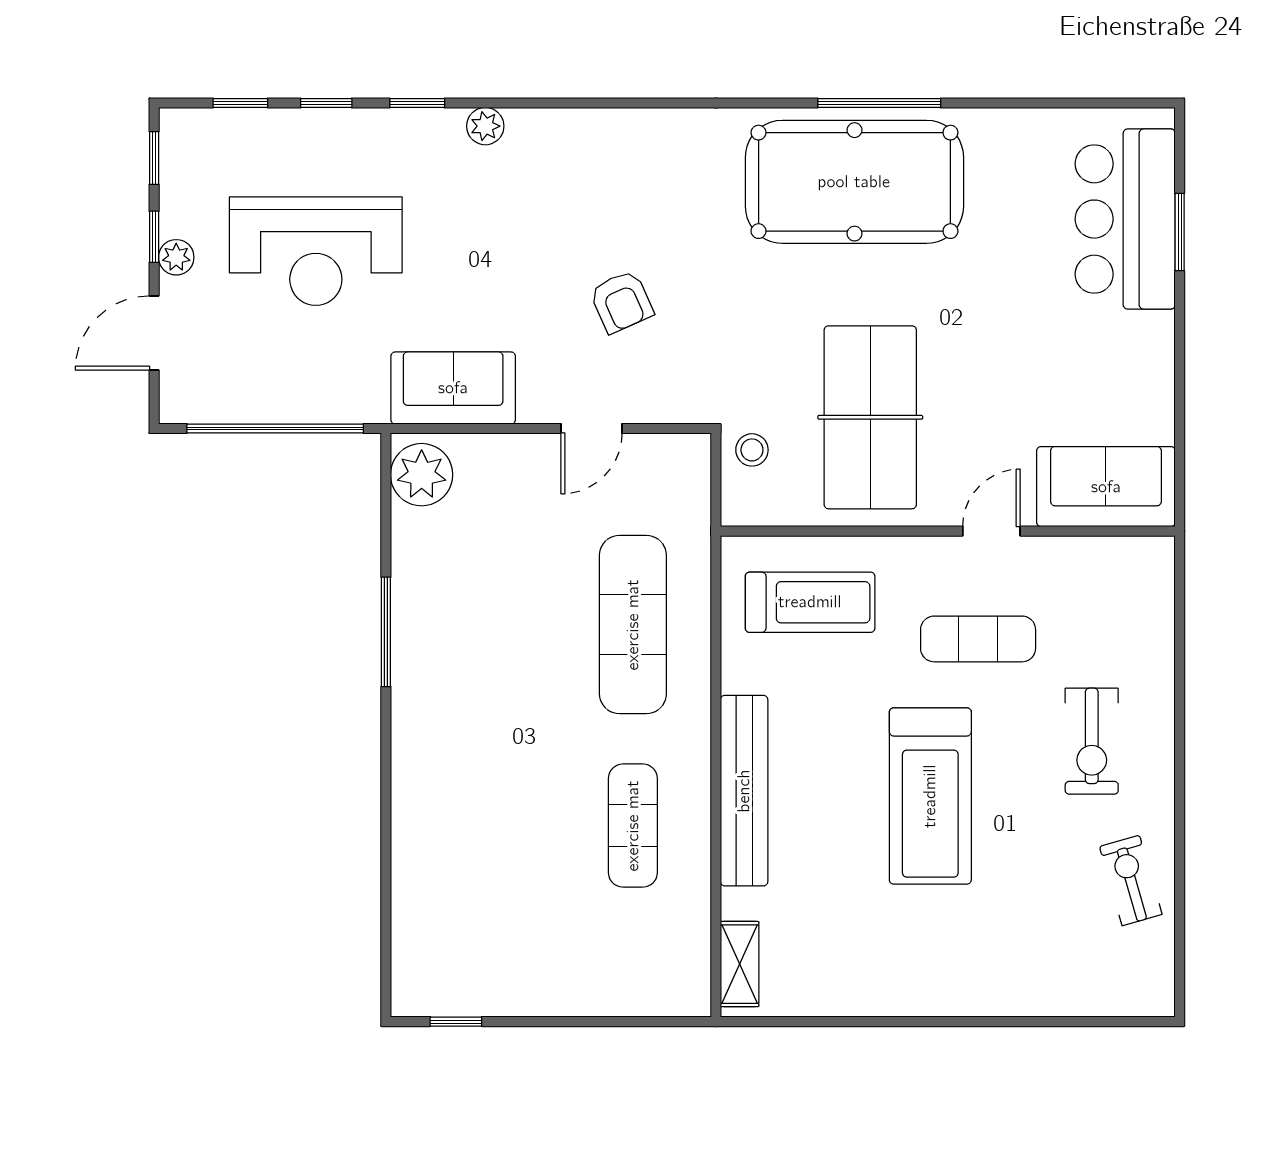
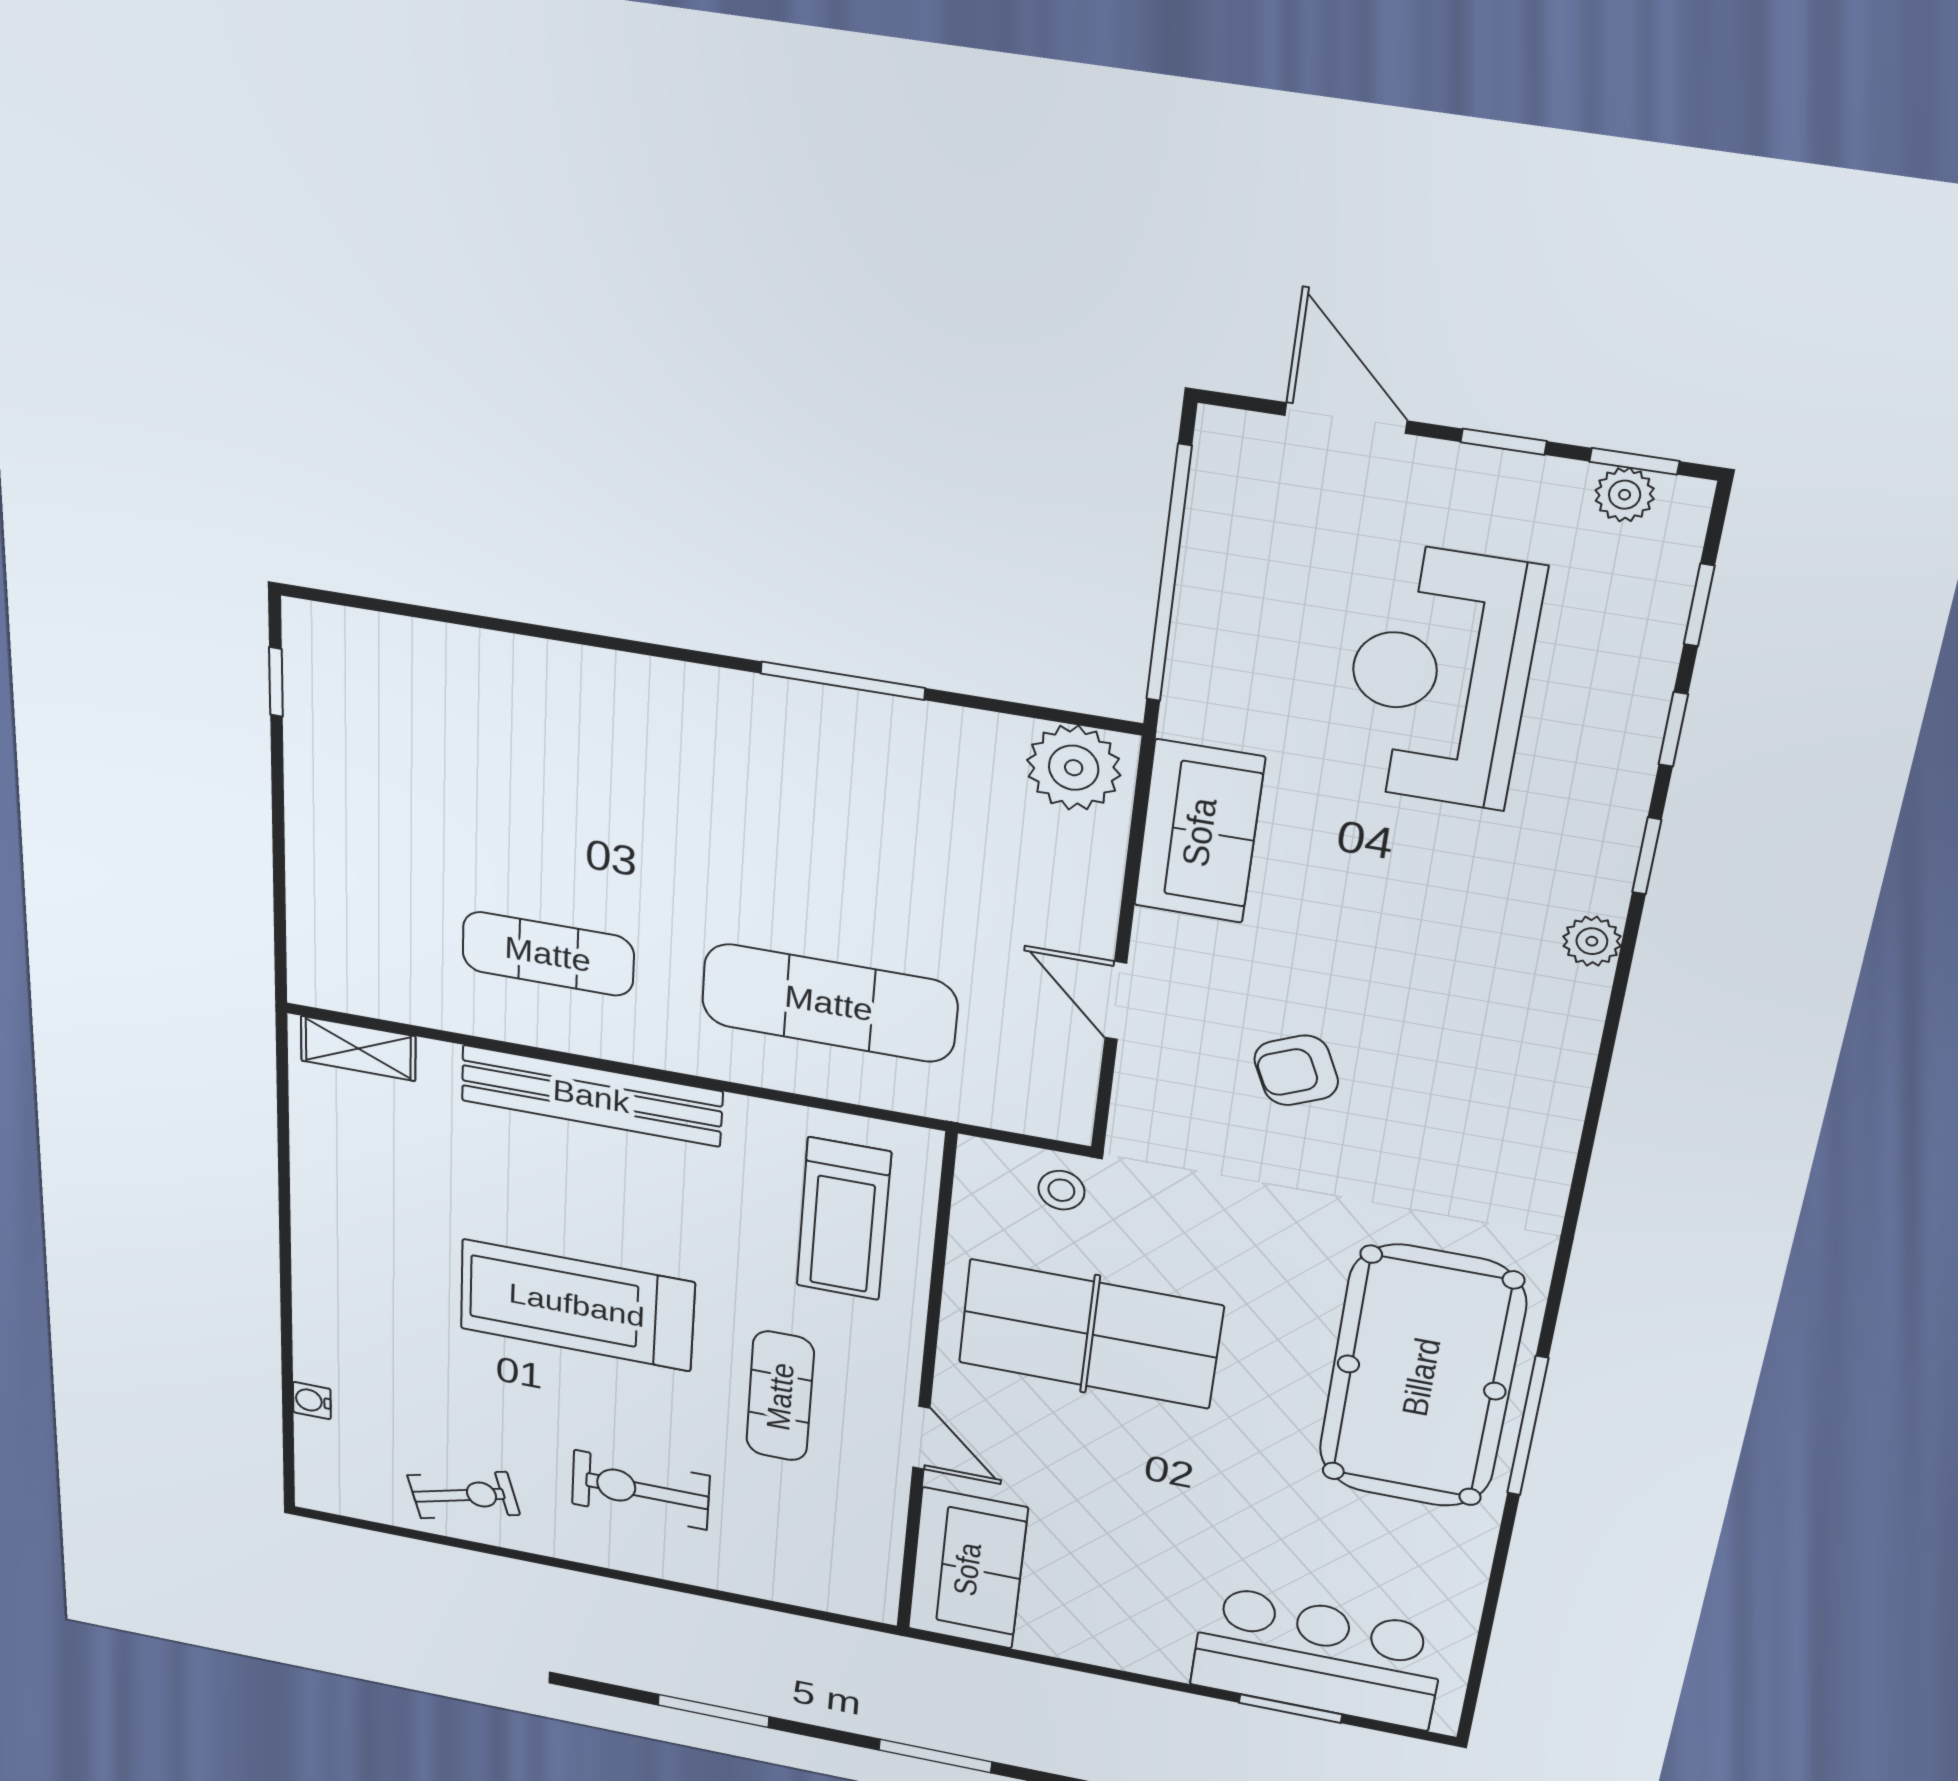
plant: (176, 257) -> (1625, 495), moved
water cooler: (1067, 1002) -> (312, 1401), added

